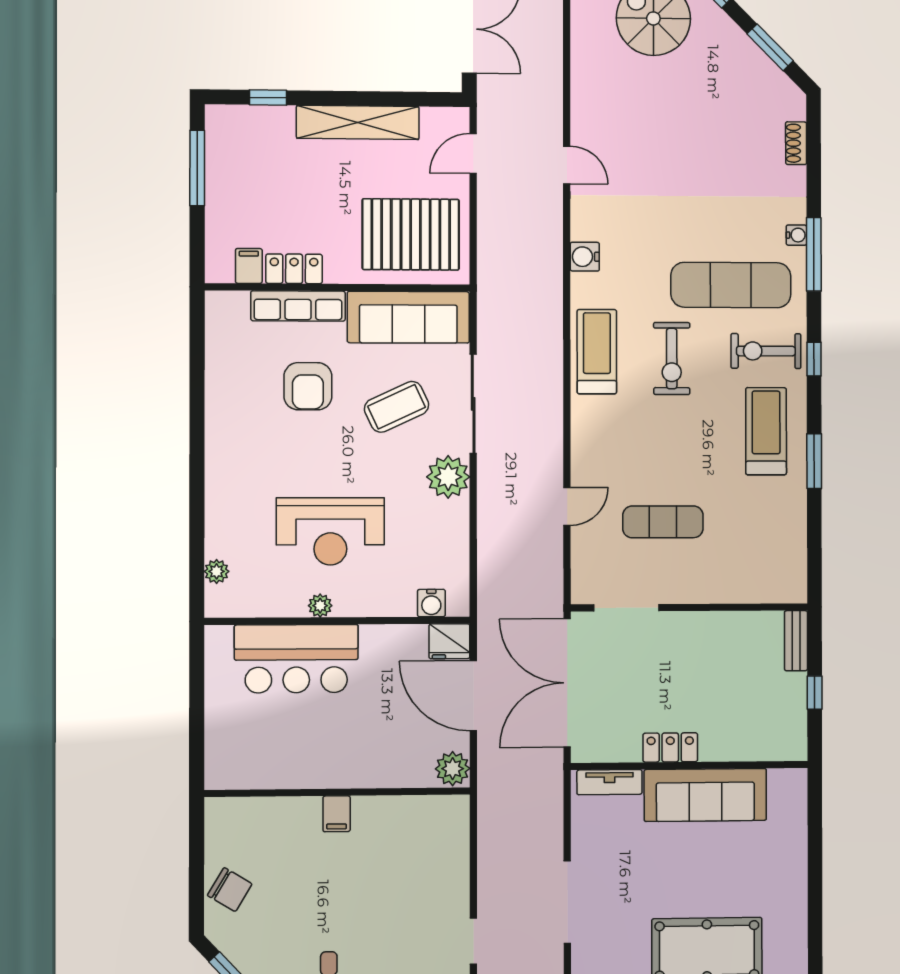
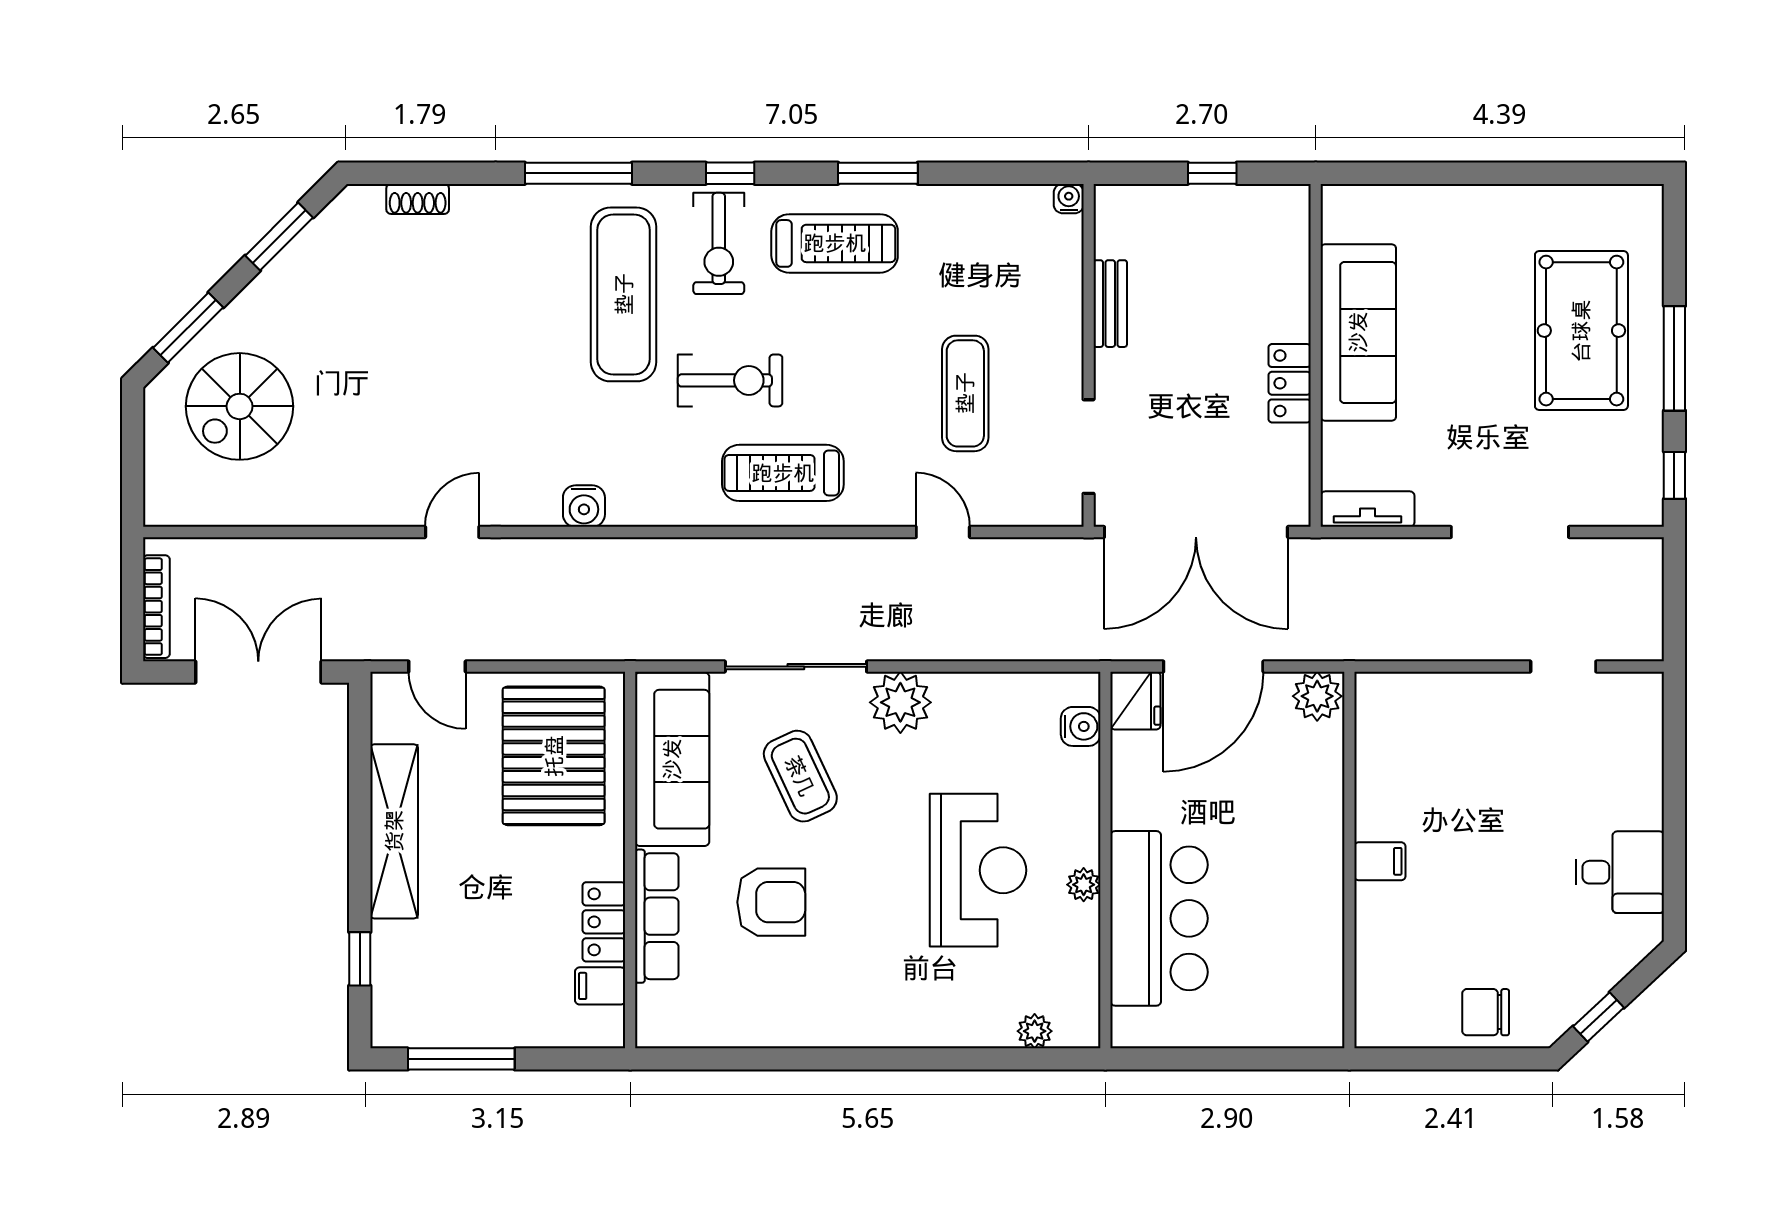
water cooler: (796, 235) -> (1069, 199), moved
treadmill: (597, 352) -> (783, 473), moved
treadmill: (766, 431) -> (835, 243), turned 180
bench: (796, 641) -> (1110, 304), moved, turned 90
tv unit: (609, 782) -> (1367, 509), moved, turned -90
chair: (230, 890) -> (1486, 1012), turned -121

